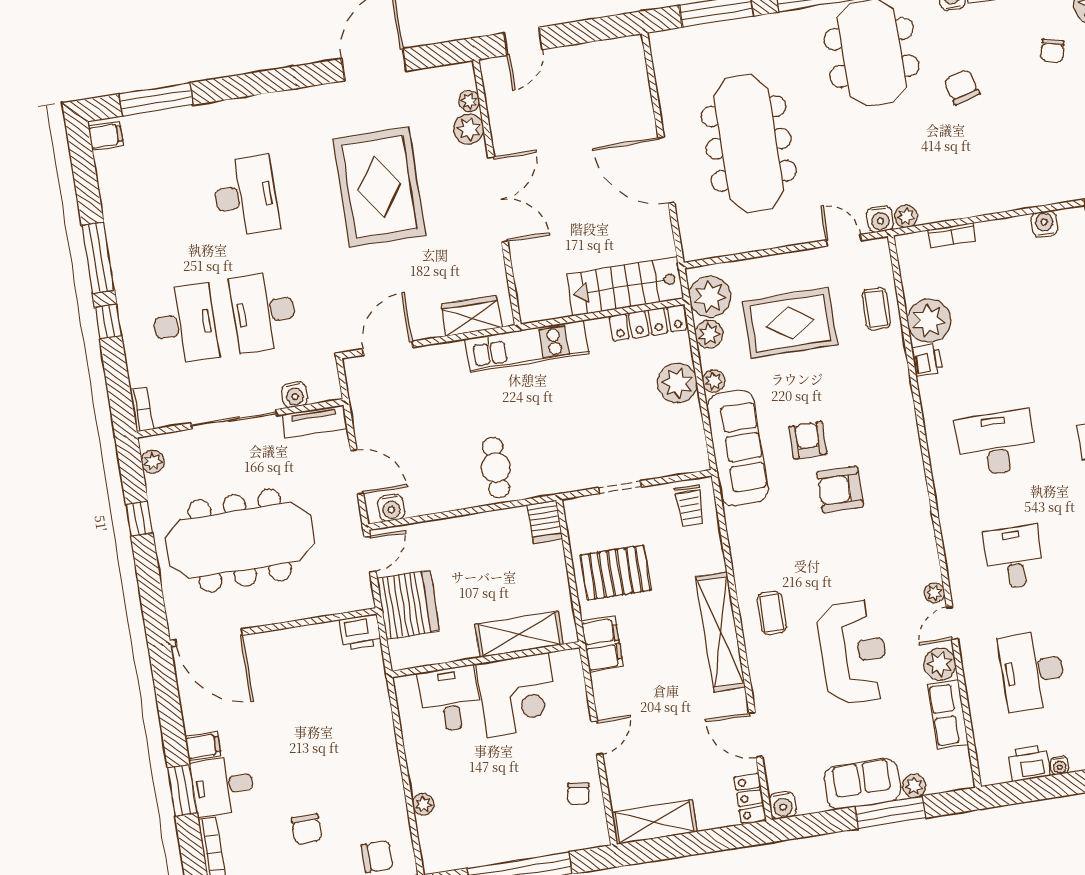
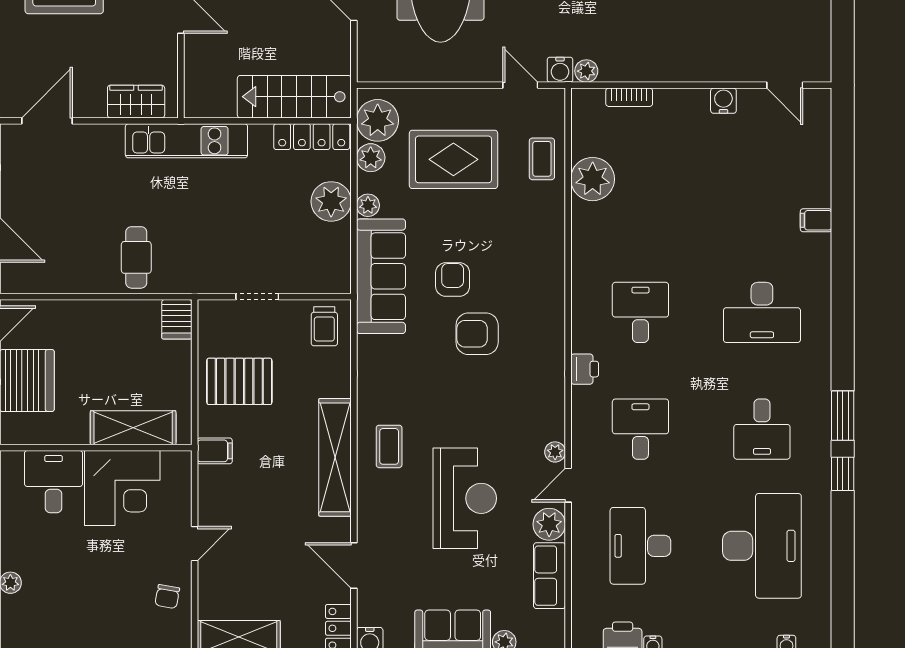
printer: (927, 360) -> (585, 369), moved
desk: (996, 443) -> (640, 312), width x0.73
water cooler: (391, 508) -> (25, 281), removed
filing cabinet: (602, 644) -> (215, 451), width x0.50

